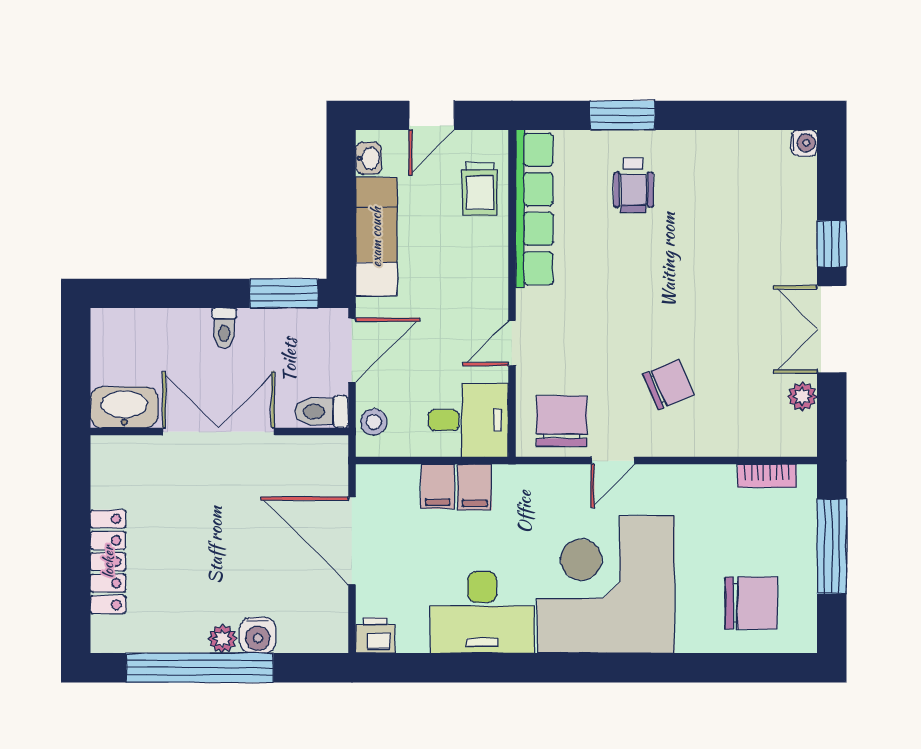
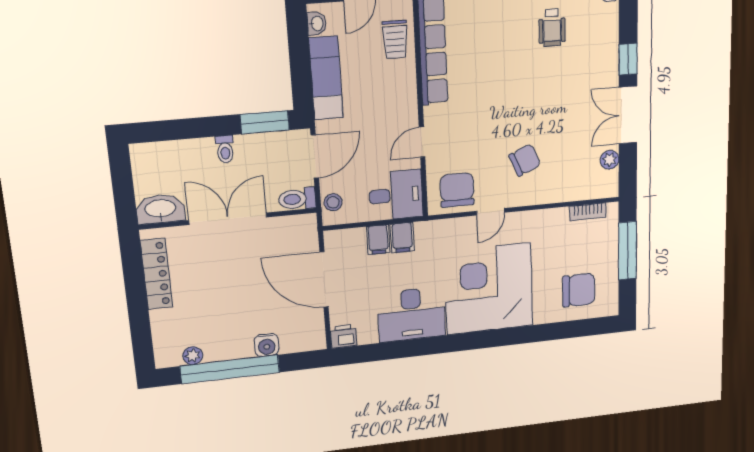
wheelchair: (633, 185) -> (552, 28), moved
locker: (108, 562) -> (156, 274), moved
plant: (222, 639) -> (193, 356), moved

